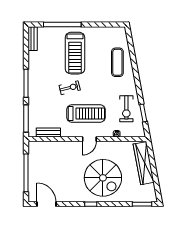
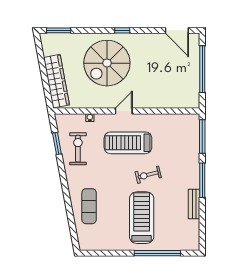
bench: (33, 39) -> (194, 204), moved
bench: (48, 132) -> (174, 119), removed
spiral stairs: (103, 178) -> (107, 63), turned -90

